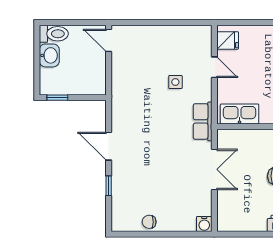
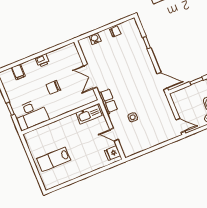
door: (109, 146) -> (162, 81), moved
water cooler: (204, 224) -> (95, 39), moved

